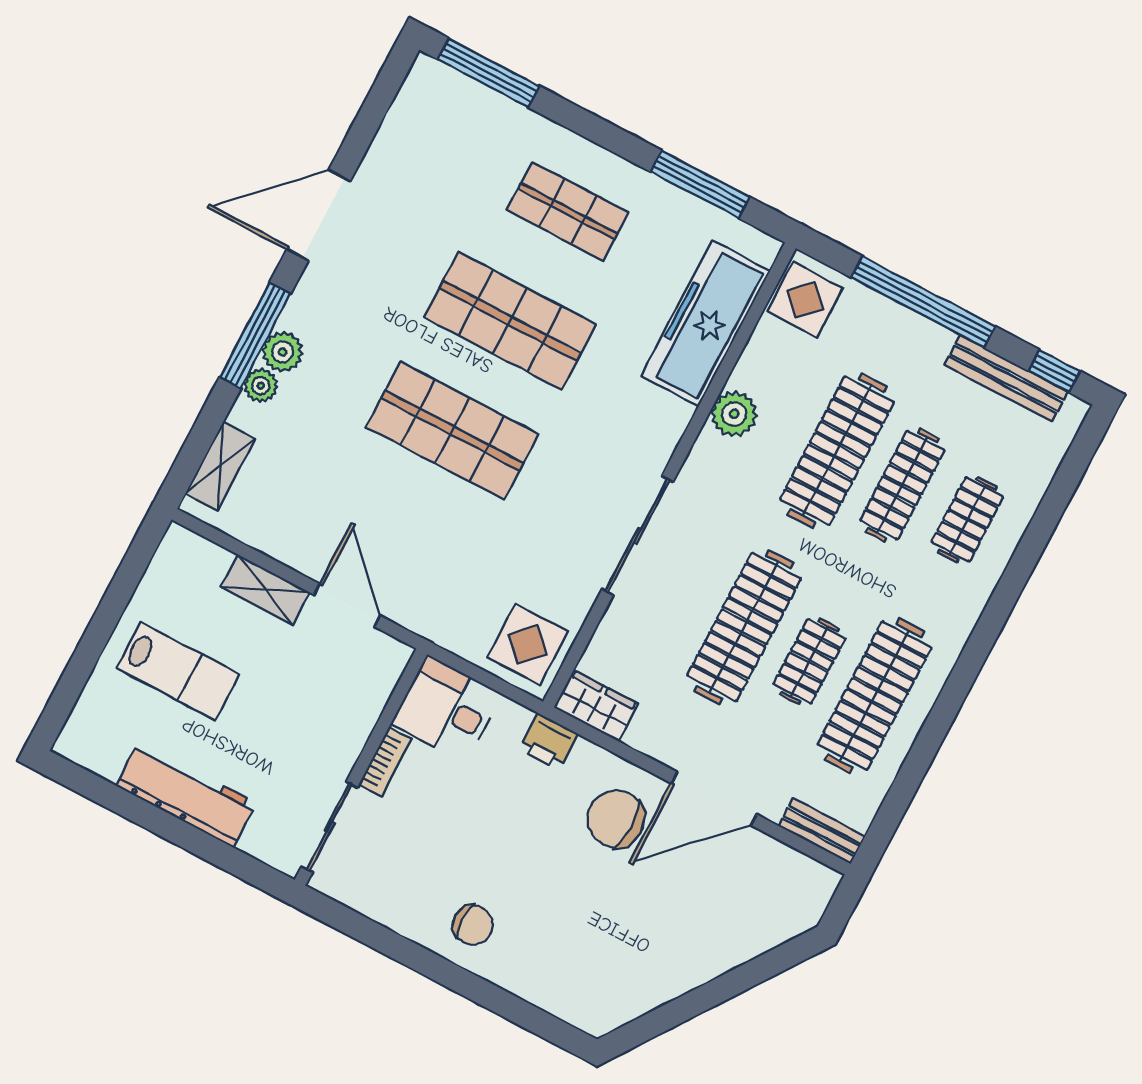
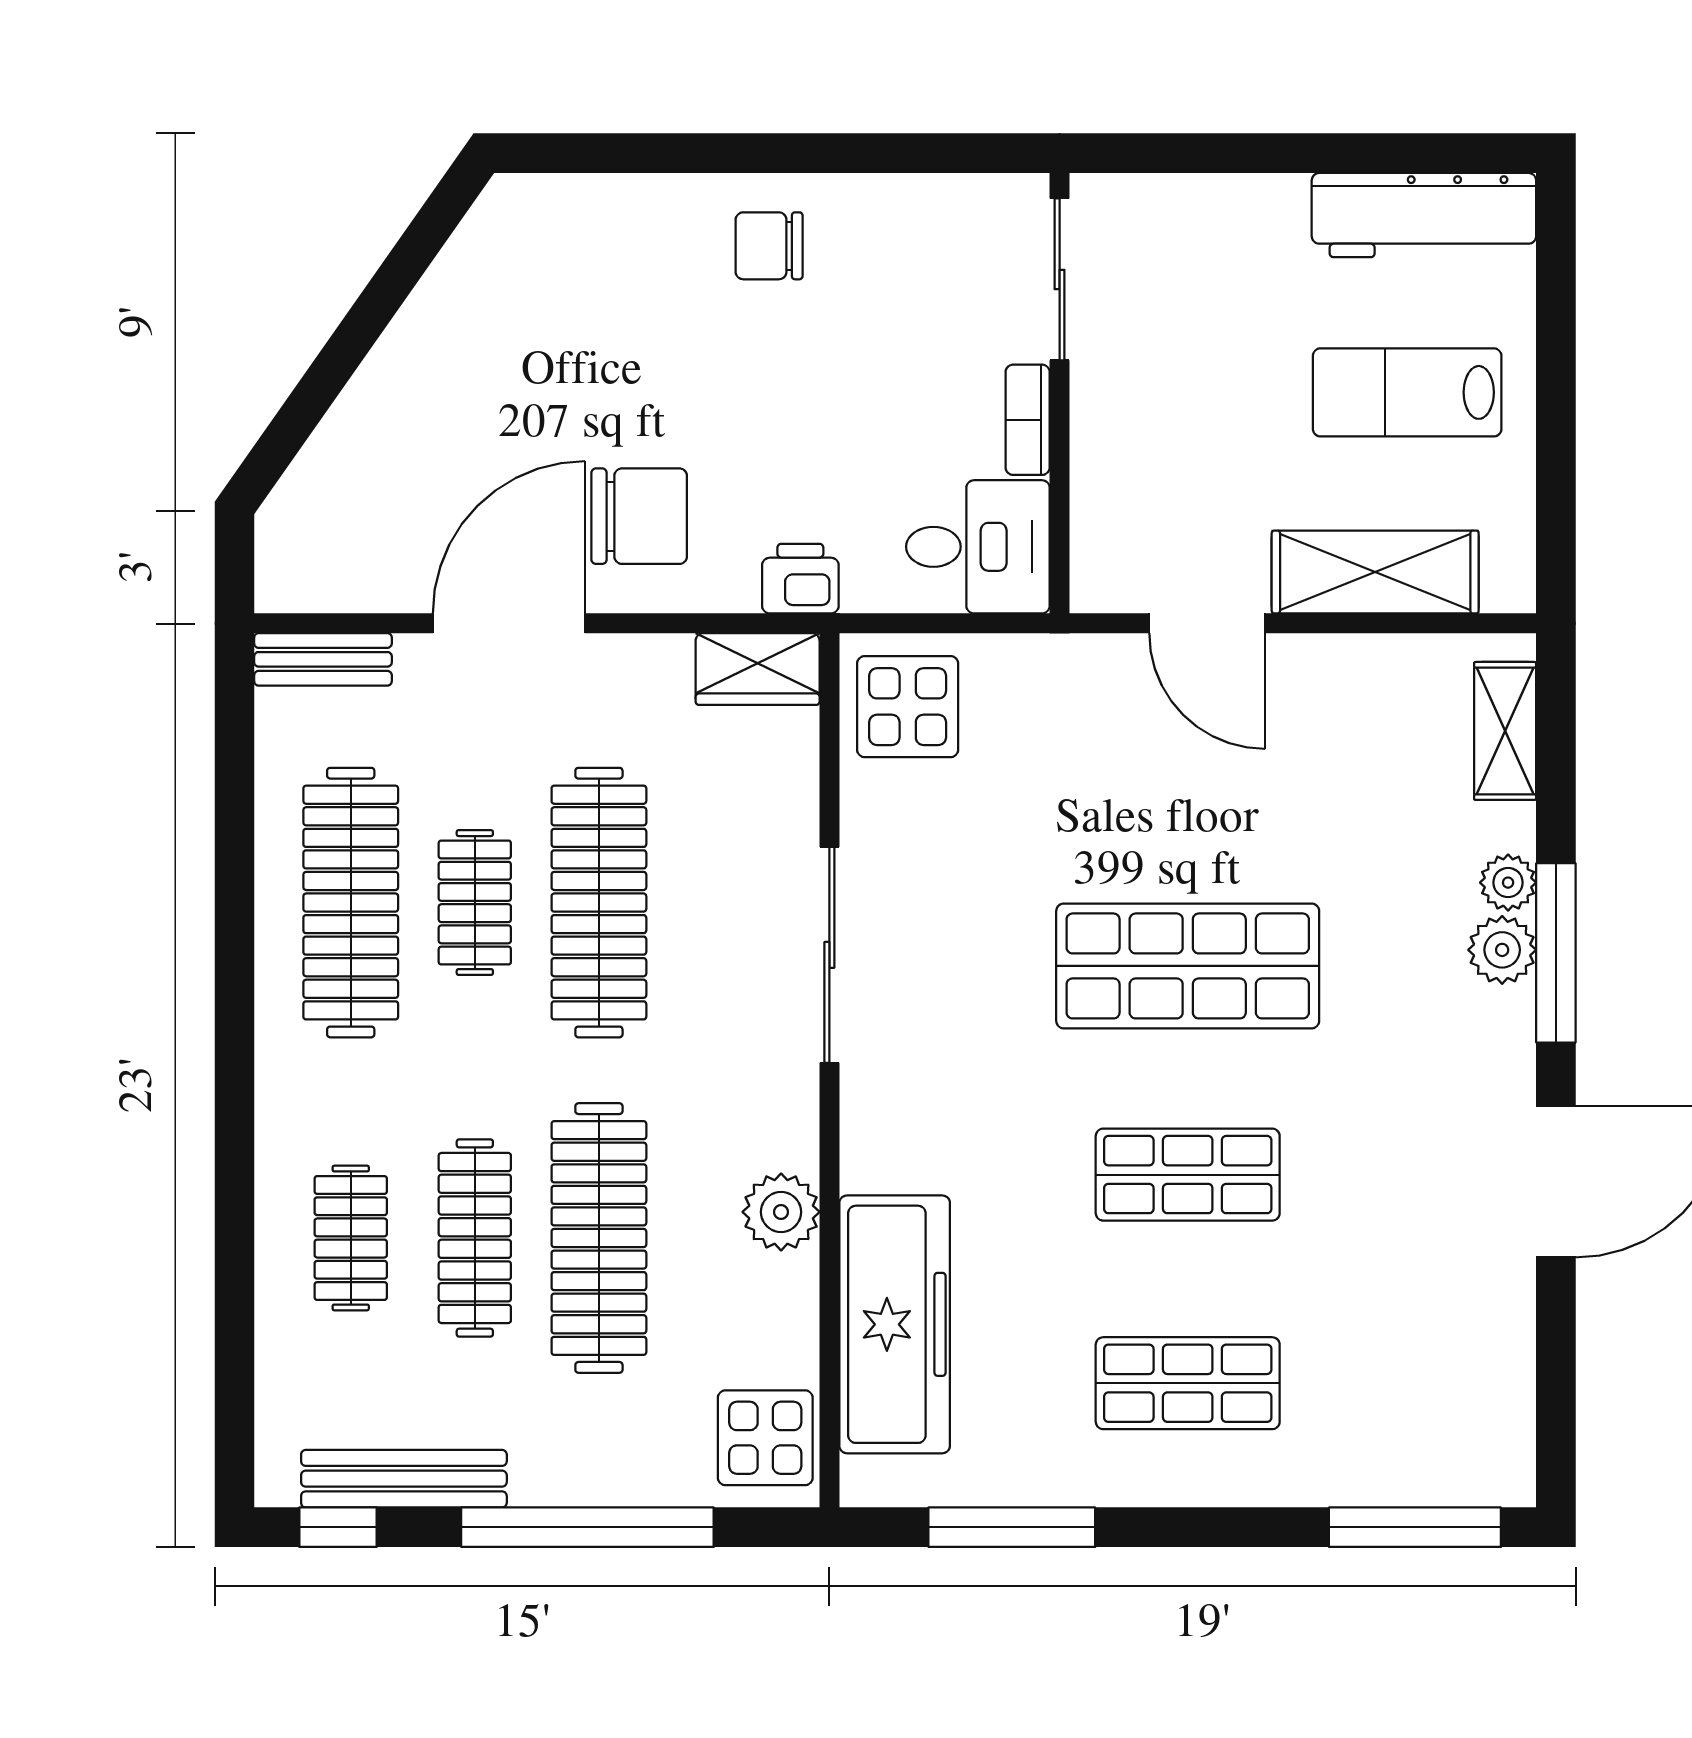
shop shelf: (510, 321) -> (1188, 1175), width x0.70, depth x0.74
shelving: (266, 590) -> (1375, 572), width x1.50, depth x1.33
workbench: (186, 795) -> (1424, 215), moved

